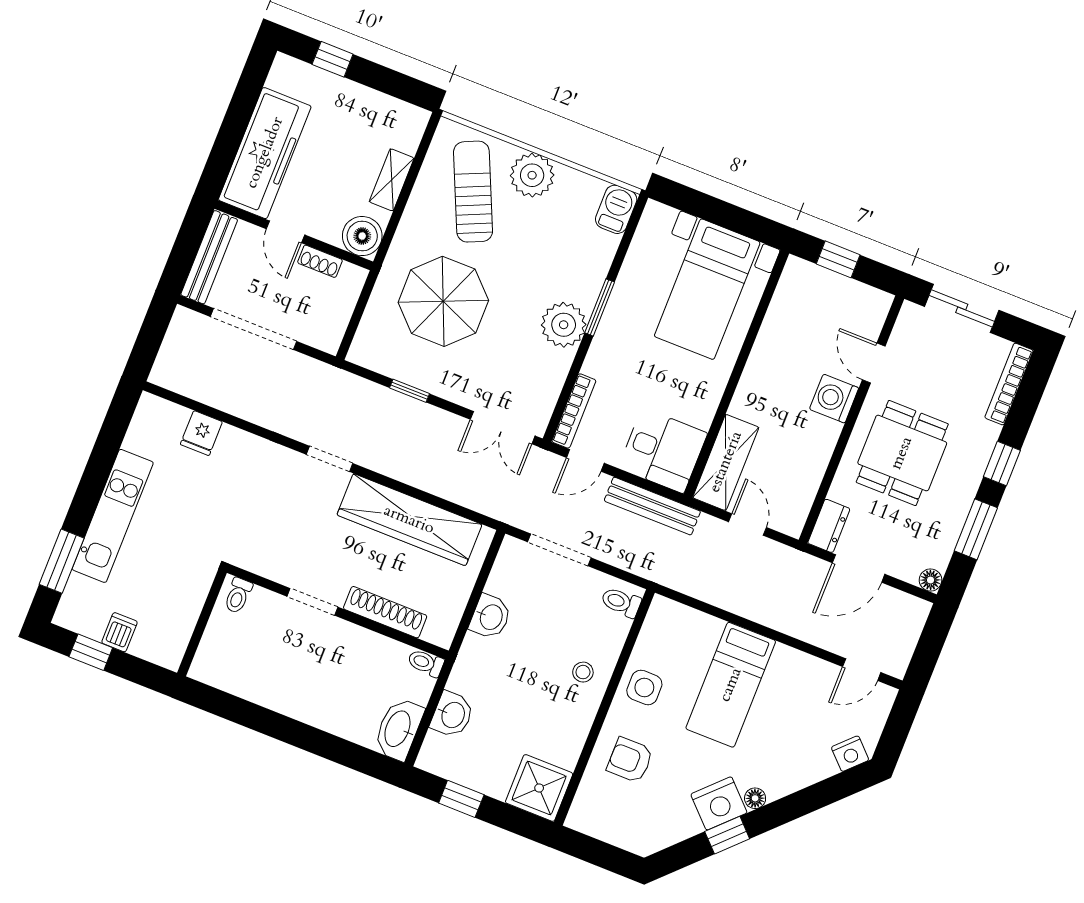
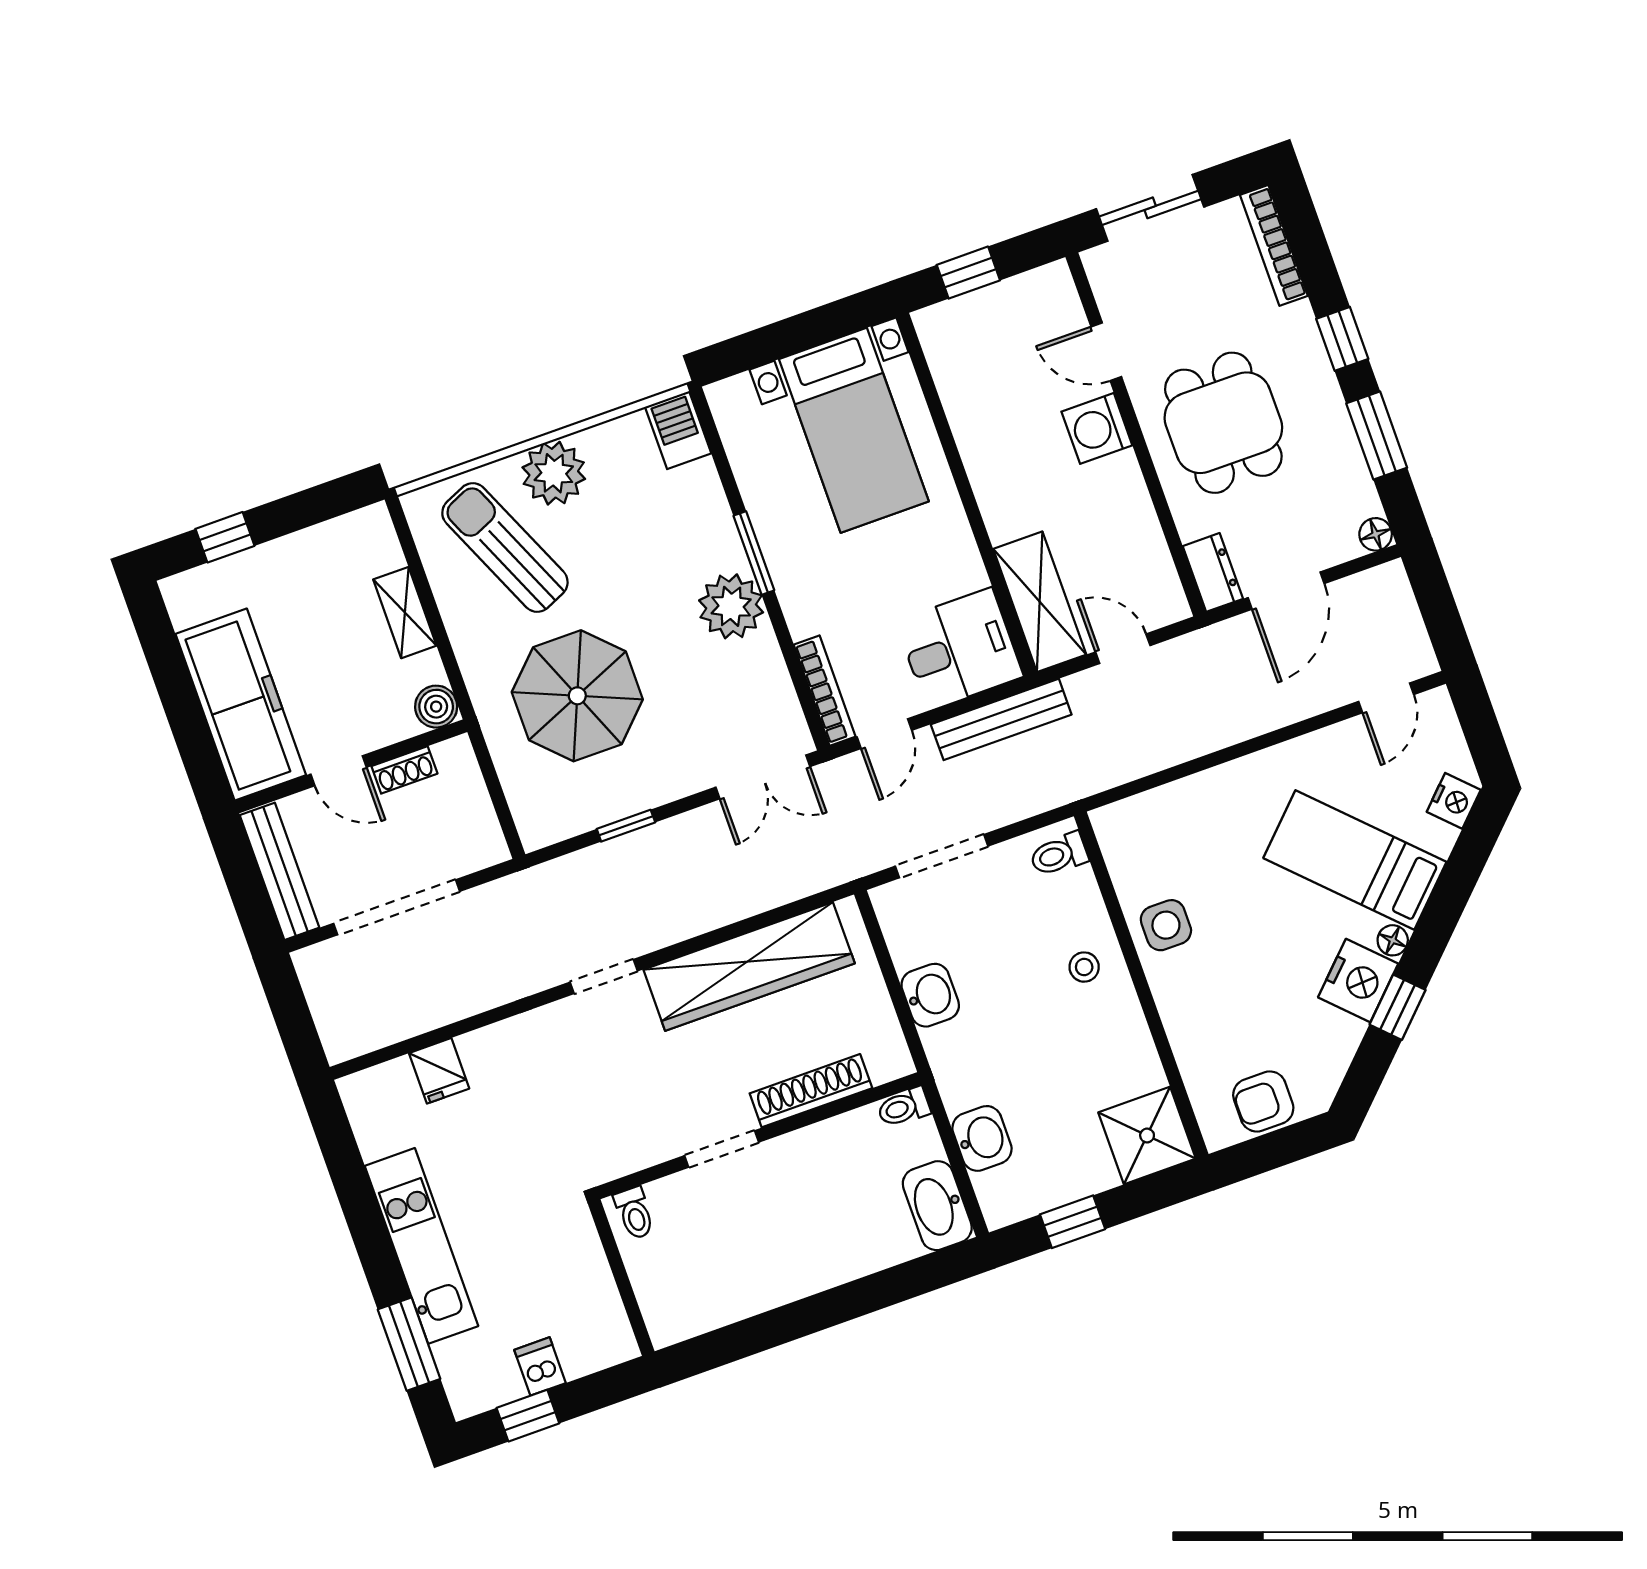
boiler: (362, 236) -> (436, 707), width x0.73, depth x0.73
bed: (731, 685) -> (1355, 860), moved, turned 135
armchair: (630, 760) -> (1263, 1101), moved

